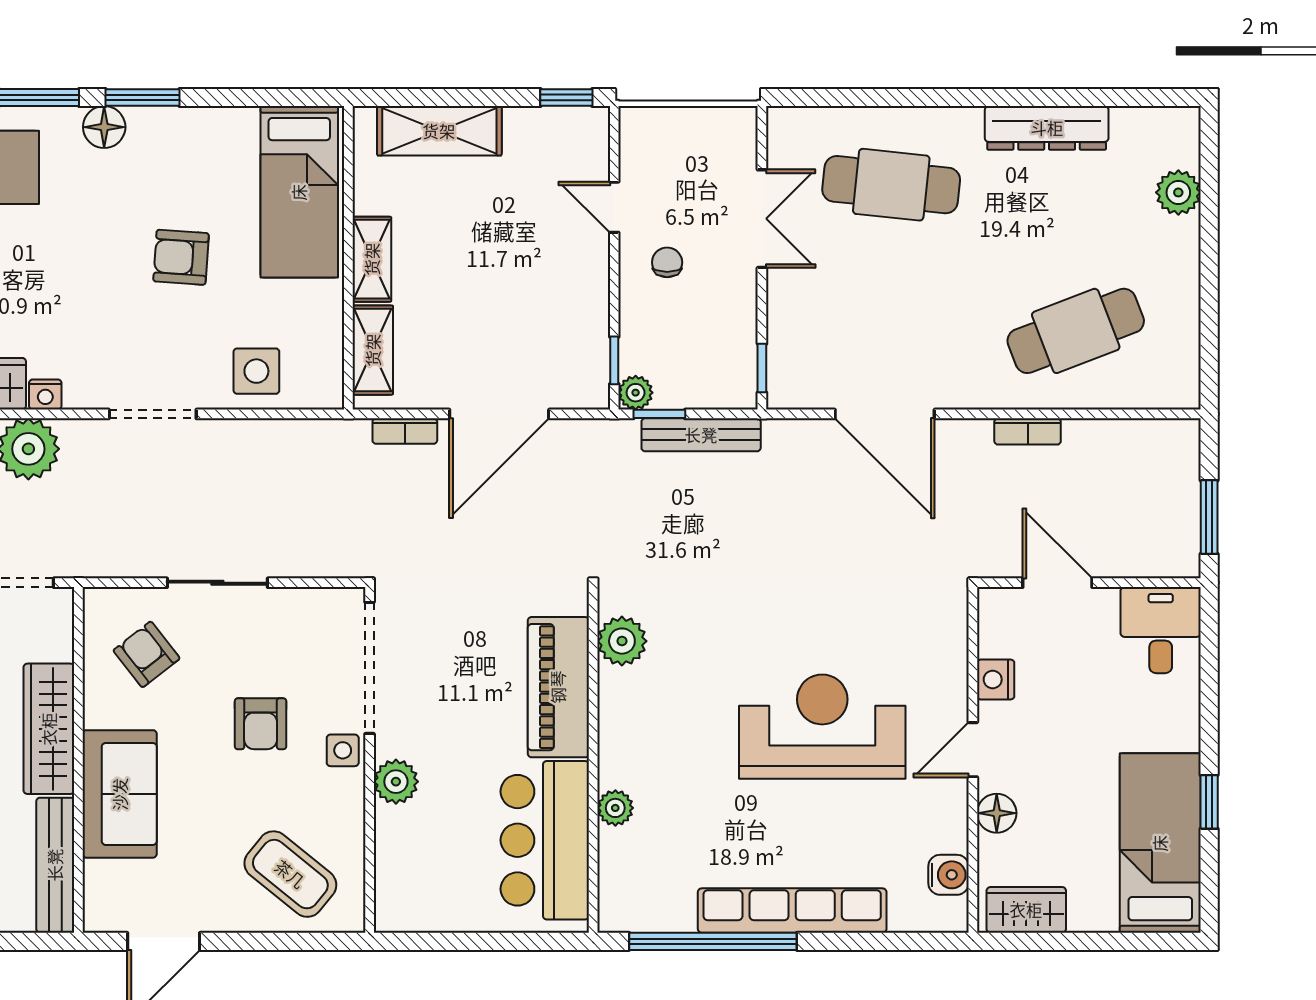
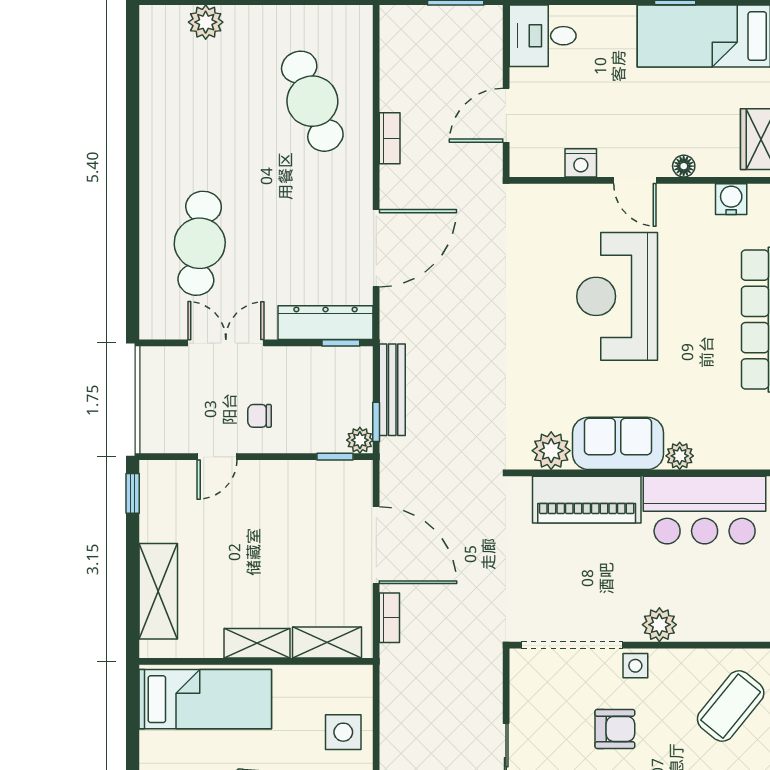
dresser: (1047, 128) -> (326, 323), moved, turned -90
sofa: (631, 728) -> (618, 443), added
floor lamp: (997, 813) -> (684, 166), width x0.73, depth x0.73

